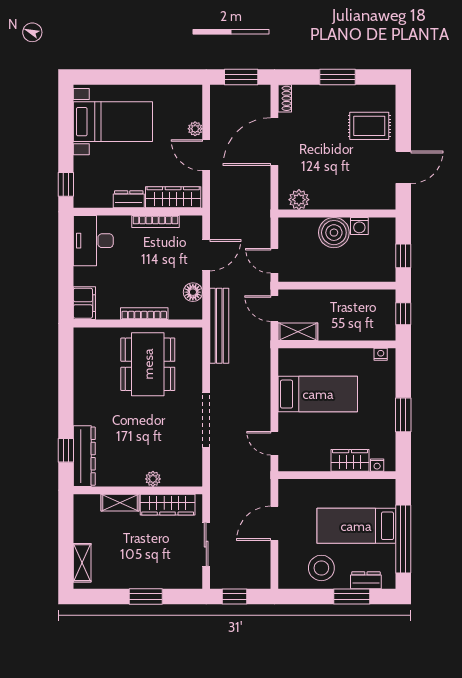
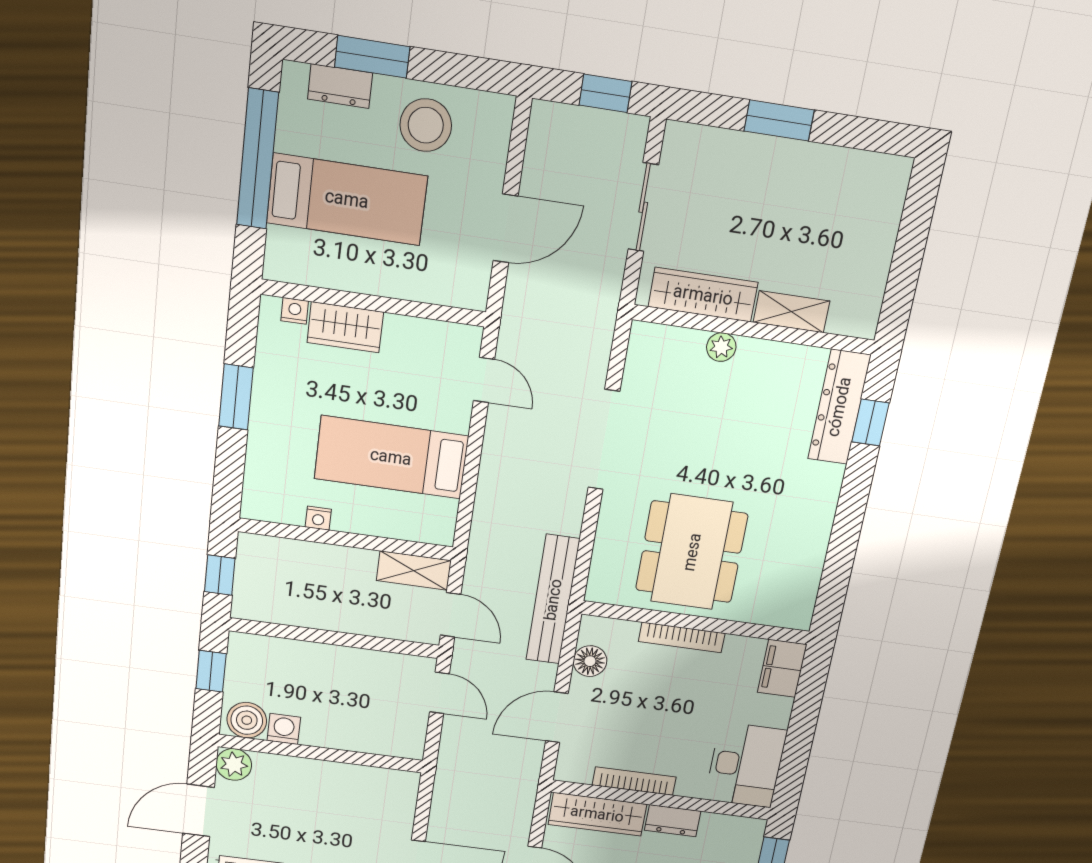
plant: (299, 200) -> (234, 765), moved
boiler: (334, 233) -> (247, 720), moved, width x0.73, depth x0.73
nightstand: (381, 354) -> (318, 518), moved
shelving: (82, 563) -> (887, 207), removed

